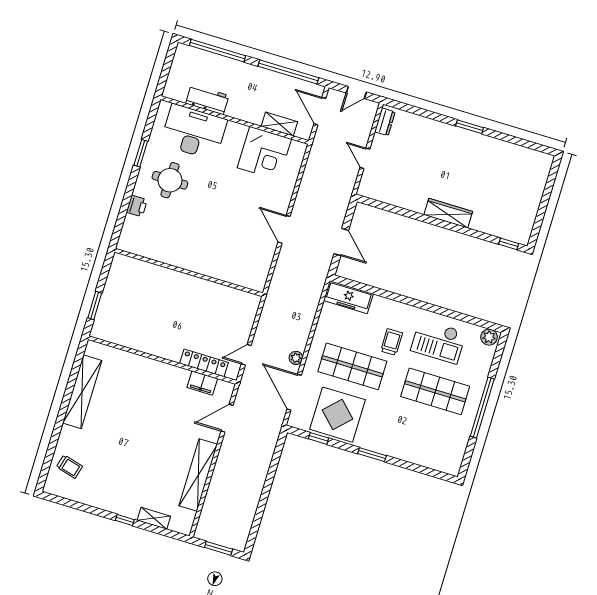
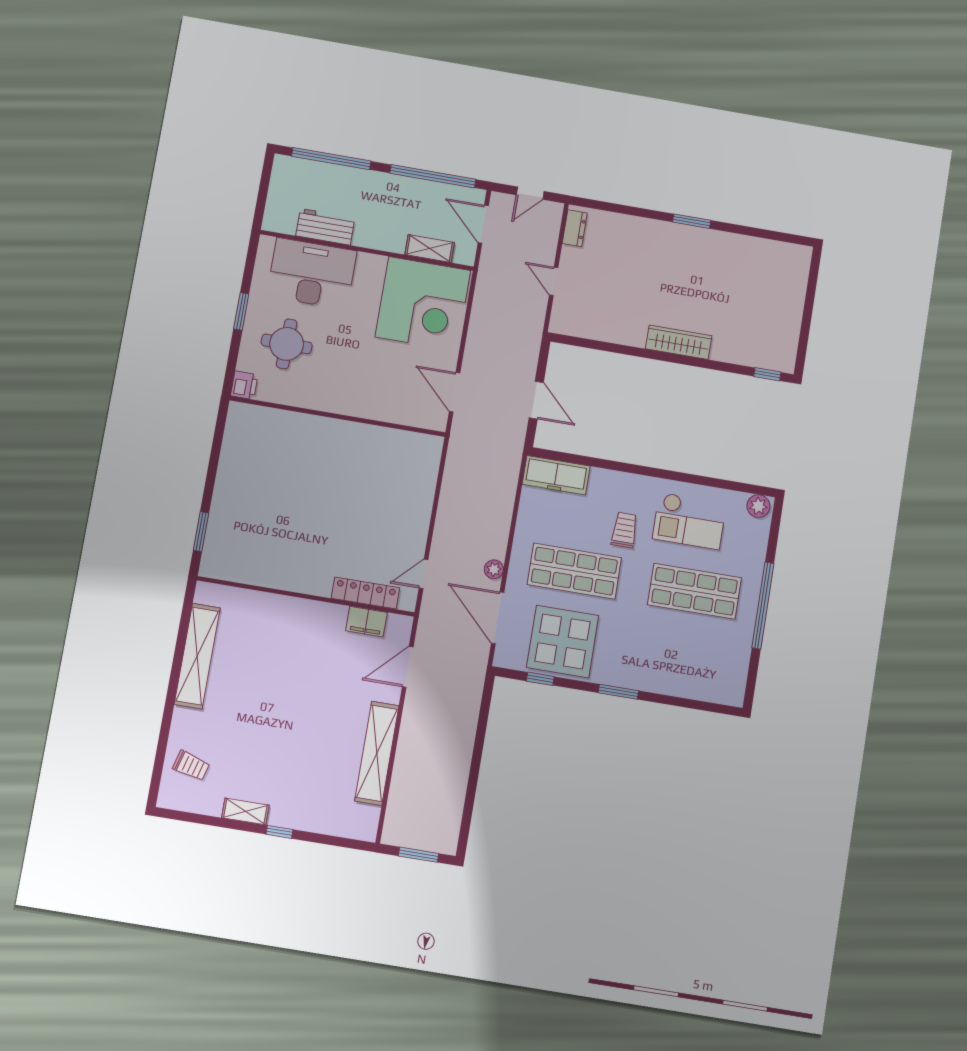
corner desk: (264, 153) -> (423, 304), width x1.36, depth x1.36
wall: (189, 272) -> (338, 416), moved
shelving: (154, 518) -> (245, 811), moved

